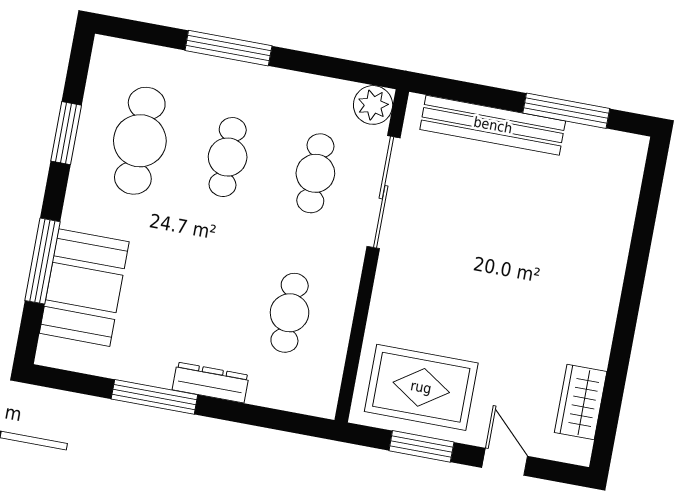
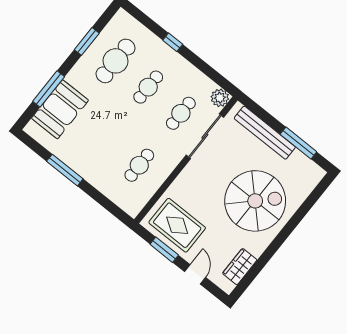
window: (228, 48) -> (173, 42), width x0.46
spiral stairs: (543, 263) -> (255, 201), added
dresser: (211, 383) -> (91, 177), removed

